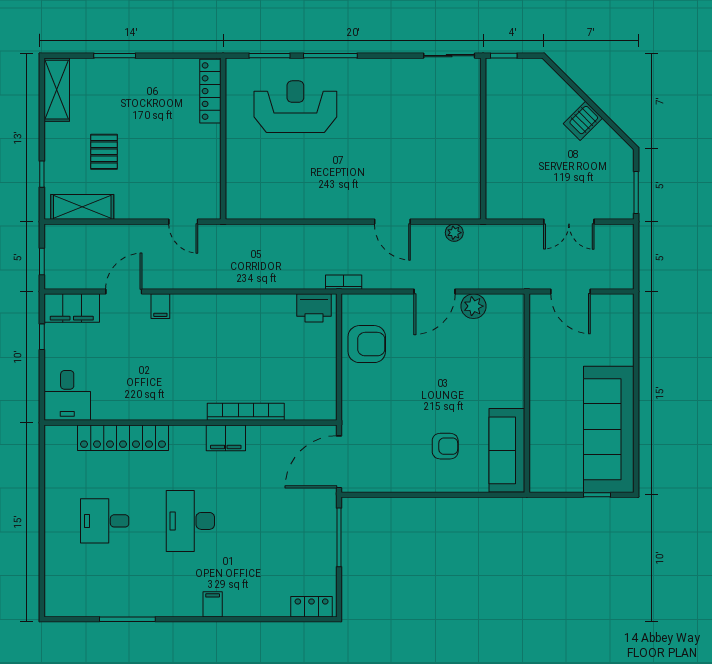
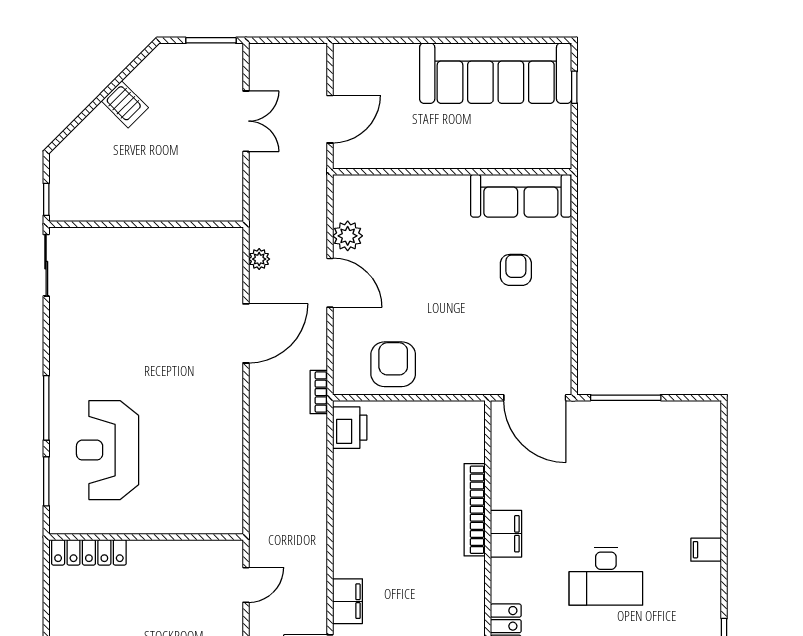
door: (392, 222) -> (246, 333), width x1.36
filing cabinet: (160, 306) -> (348, 601), width x2.00
locker: (312, 607) -> (709, 431), removed

